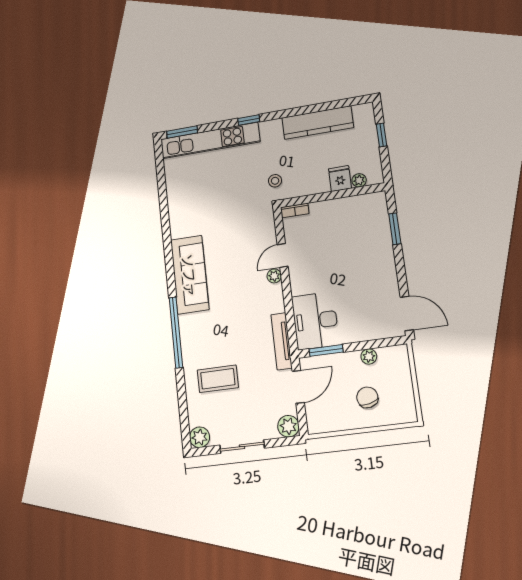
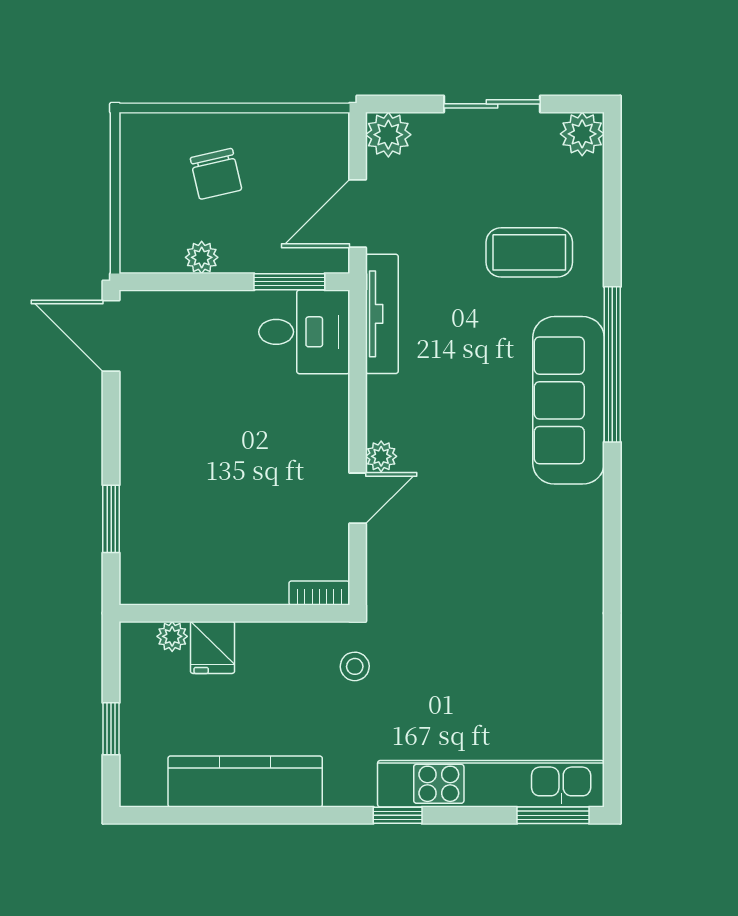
sofa: (190, 275) -> (568, 400), moved
desk: (315, 321) -> (304, 332), width x0.73

